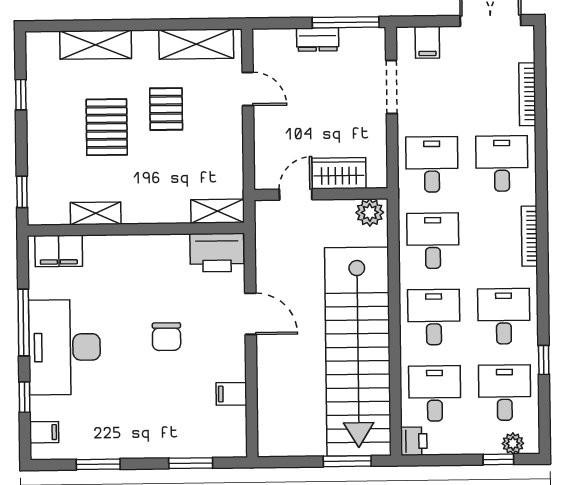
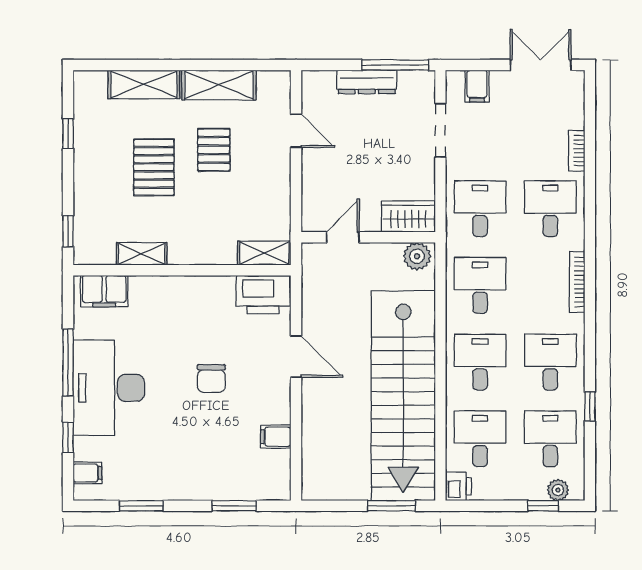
dresser: (318, 39) -> (367, 82), width x1.44
shelving: (196, 44) -> (219, 85), moved
bookcase: (527, 94) -> (577, 151), width x0.64
wardrobe: (339, 173) -> (408, 217), moved

